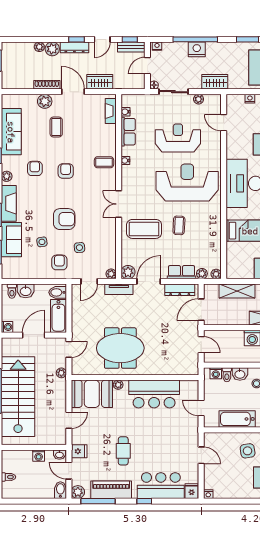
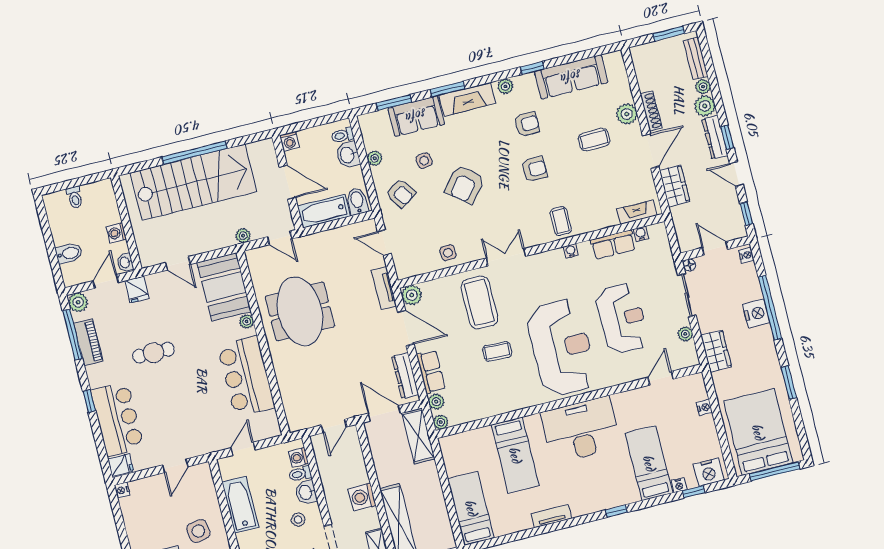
bench: (131, 47) -> (696, 59), moved
armchair: (64, 219) -> (465, 184), turned 39
side table: (79, 248) -> (448, 253), moved
armchair: (59, 262) -> (401, 193), turned 56
plant: (111, 274) -> (375, 158), moved
shelving: (237, 291) -> (418, 436), moved
bidet: (60, 490) -> (69, 253), moved
piano: (111, 490) -> (88, 342), width x0.73, depth x0.75

